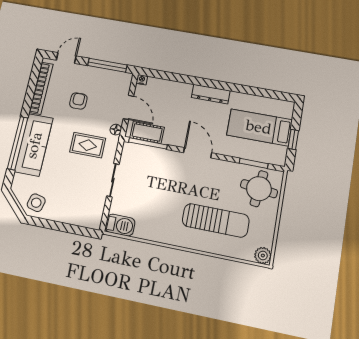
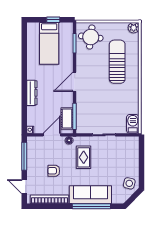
dresser: (211, 94) -> (32, 93), moved

